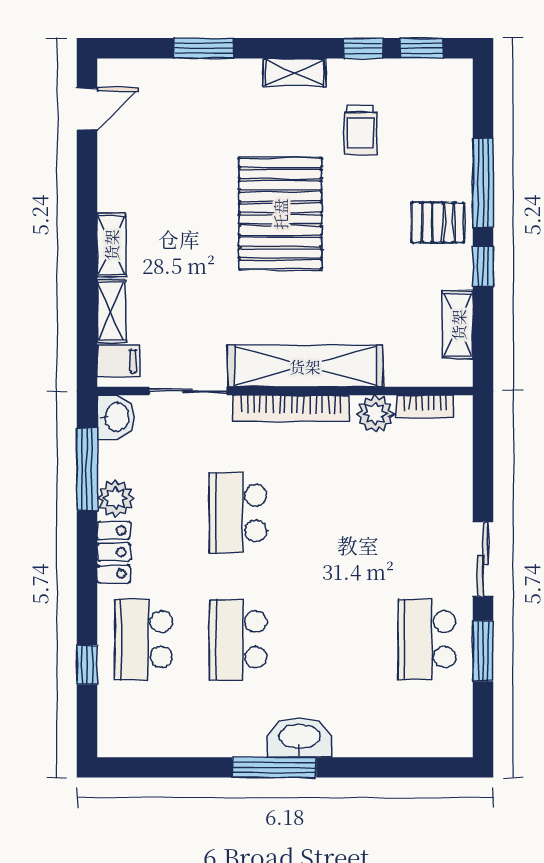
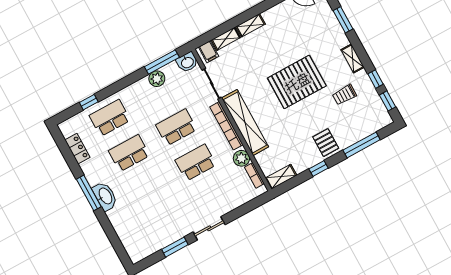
window: (483, 183) -> (362, 145), moved
shelving: (458, 325) -> (281, 177), moved
locker: (114, 552) -> (77, 149), moved, turned -90
school desk: (427, 639) -> (196, 163), moved

